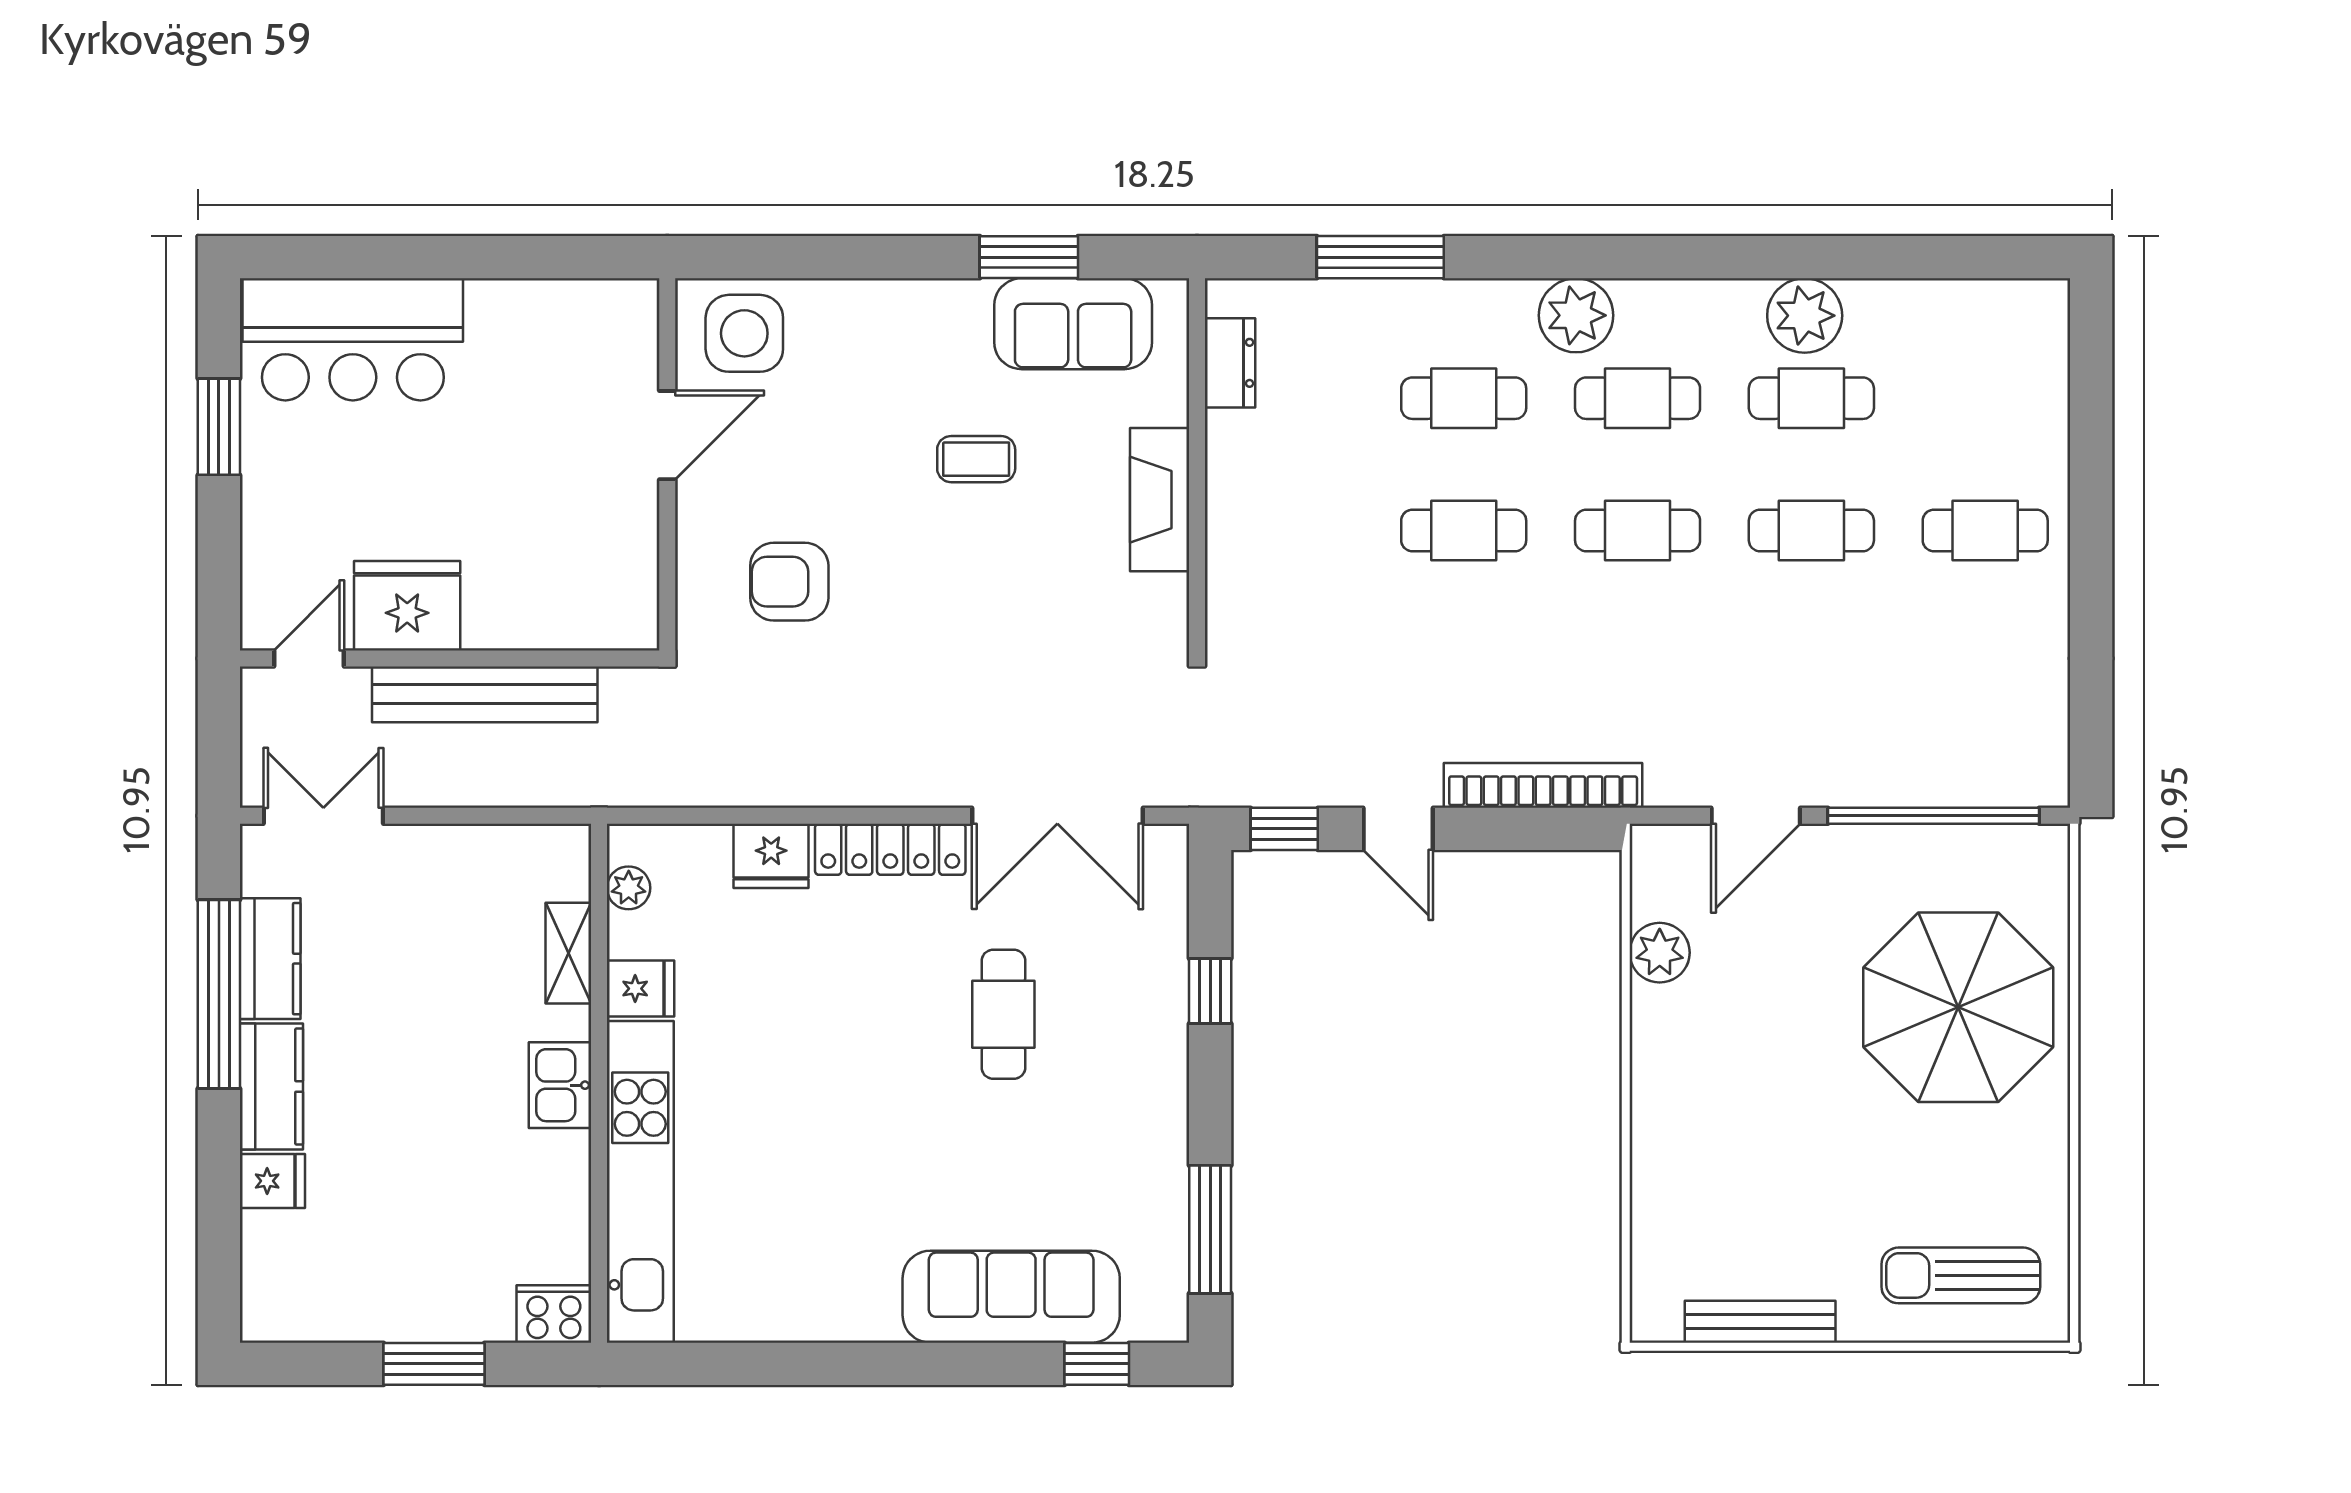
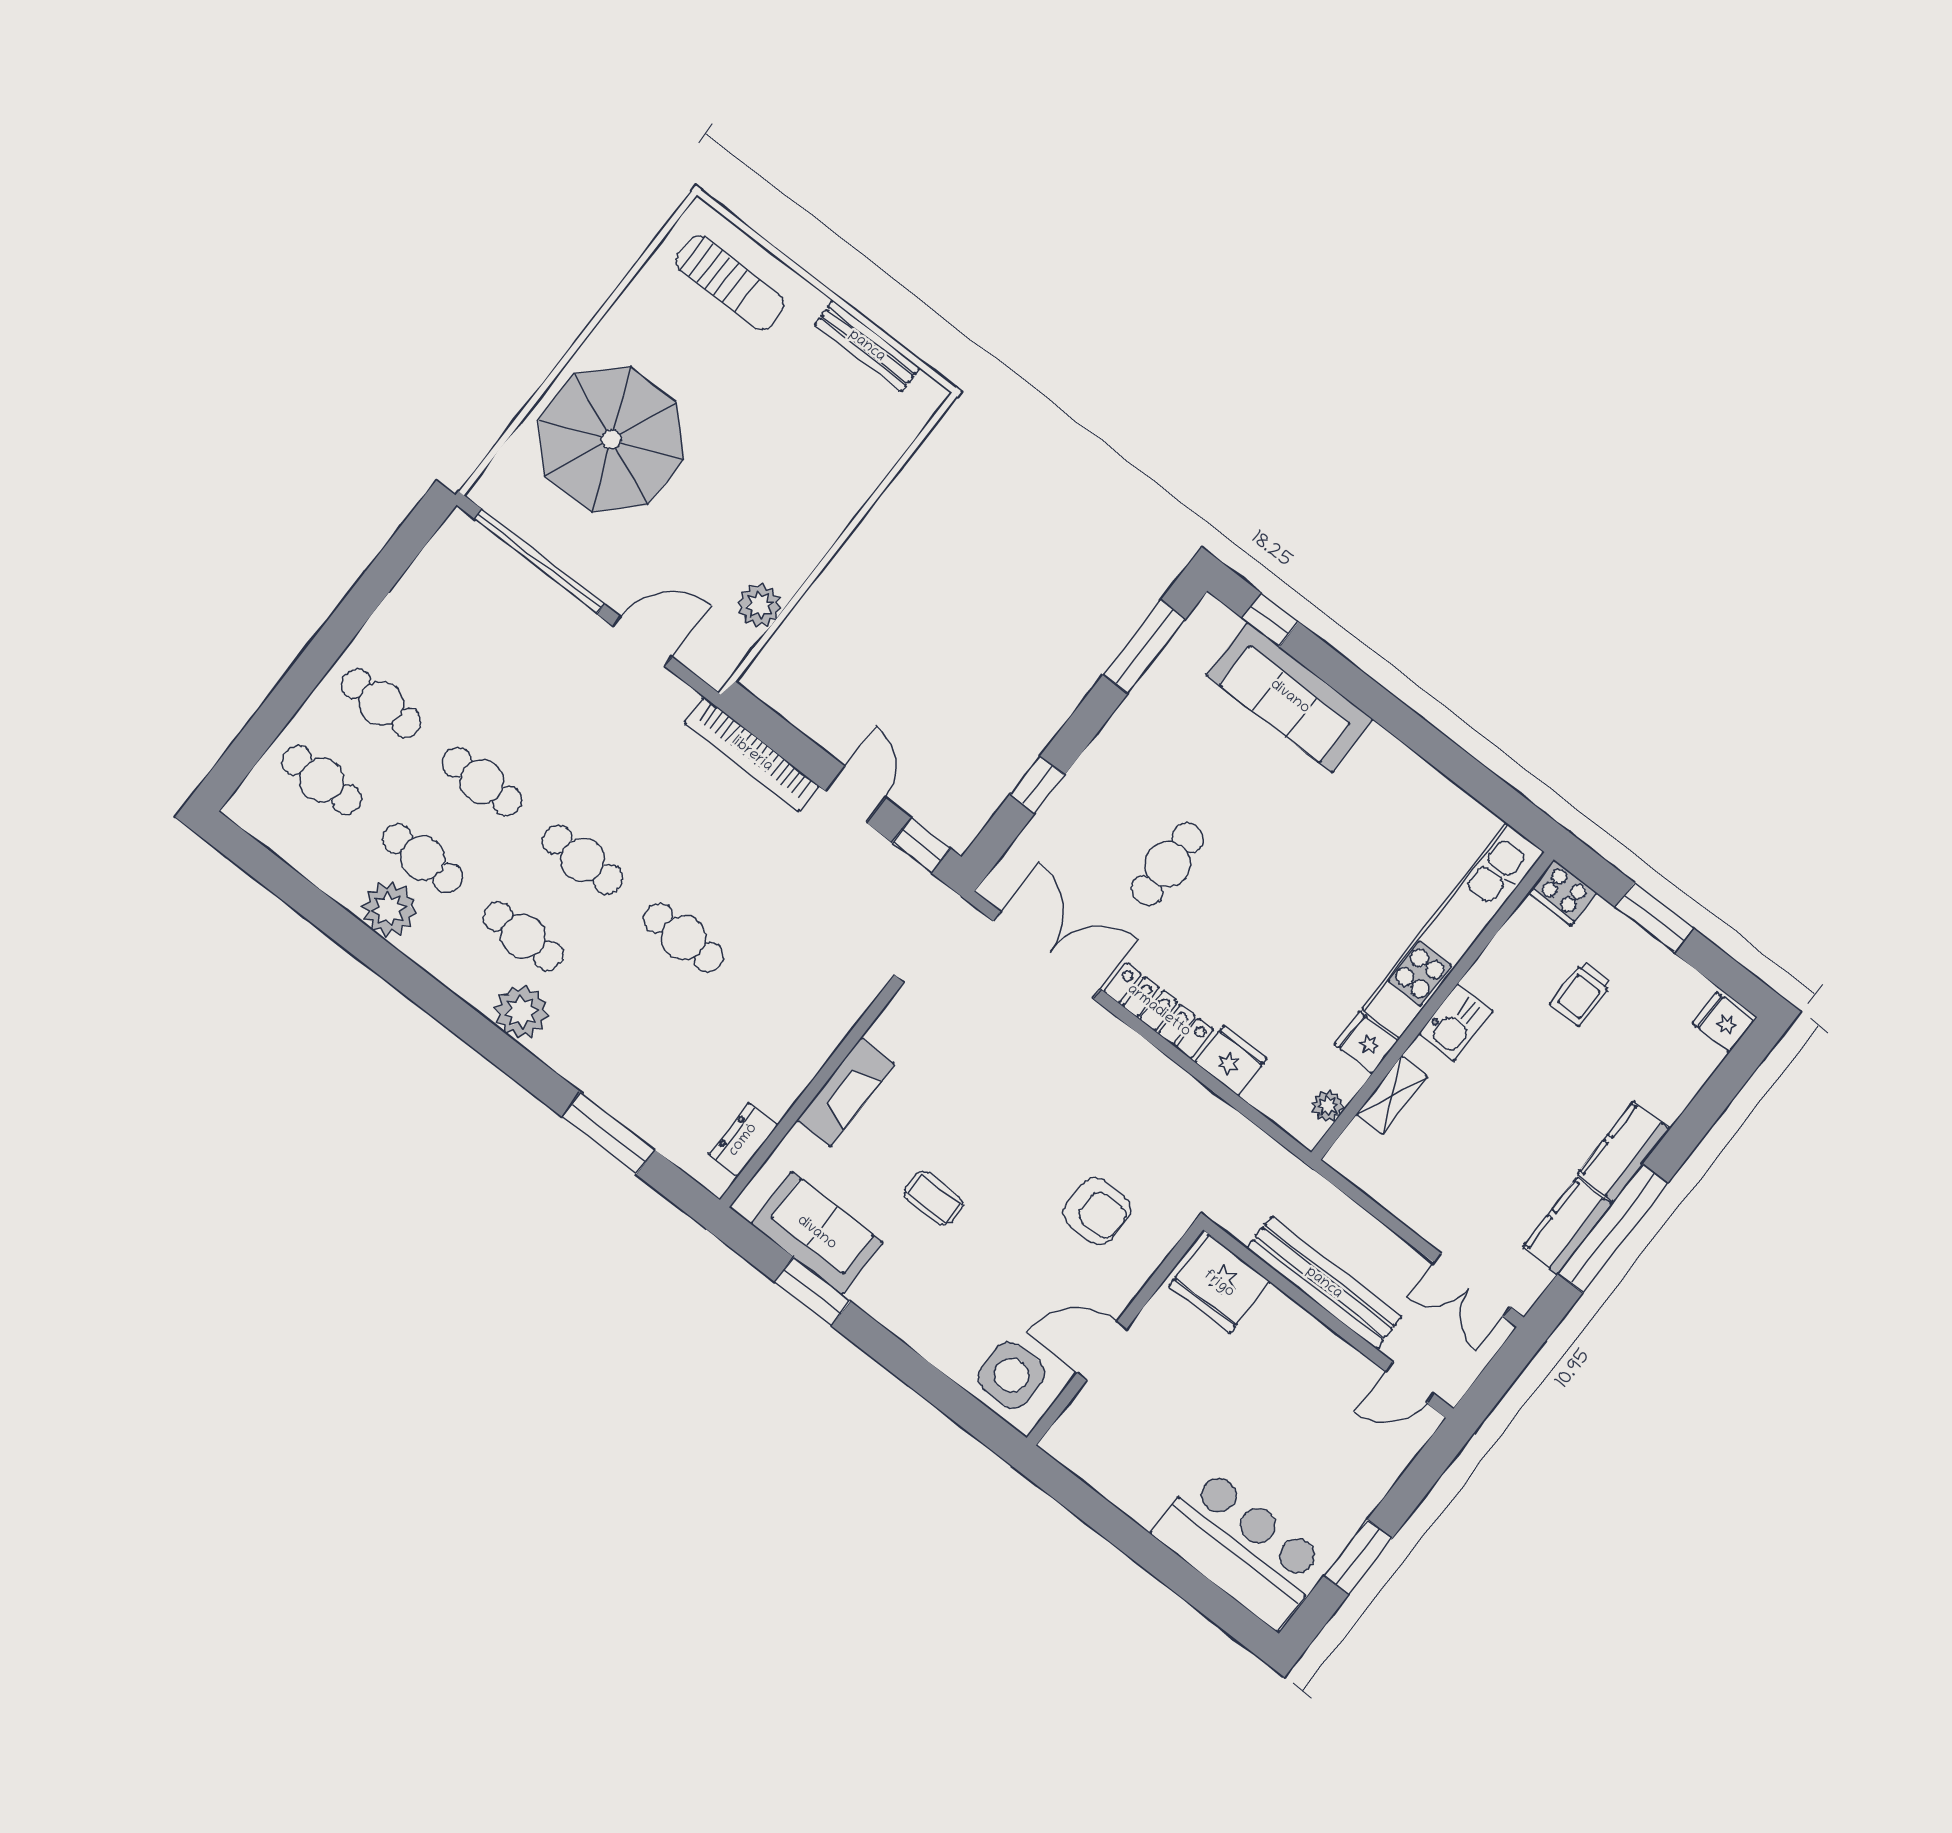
cafe table: (1464, 398) -> (322, 780), moved
fridge: (407, 606) -> (1219, 1284), moved
fridge: (272, 1181) -> (1723, 1022), moved
trolley: (449, 1220) -> (1581, 994), added

